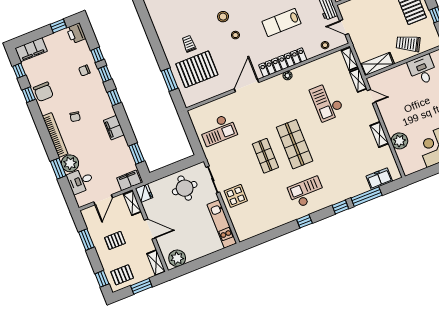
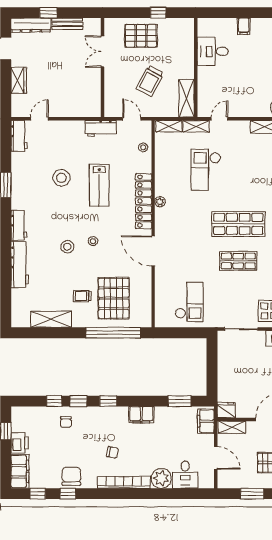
shelving: (161, 27) -> (51, 319), added
door: (344, 27) -> (132, 119), swing flipped
printer: (76, 33) -> (20, 443), moved, turned -90
trolley: (408, 44) -> (150, 81), moved
window: (170, 80) -> (113, 333), width x2.11
chair: (43, 92) -> (71, 476), turned -90
checkout: (327, 102) -> (206, 170), turned 90
window: (58, 169) -> (162, 494), removed
round table: (185, 188) -> (239, 363), removed

